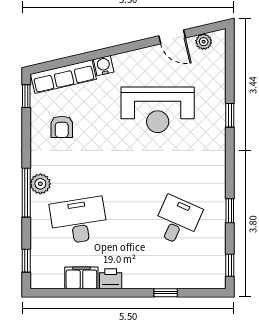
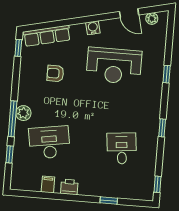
water cooler: (104, 66) -> (93, 28), moved
armchair: (62, 127) -> (55, 73), moved, turned 90
window: (230, 211) -> (162, 128), moved
desk: (177, 221) -> (122, 148), turned -30
window: (26, 261) -> (10, 154), moved
filing cabinet: (81, 278) -> (48, 185), width x0.50

